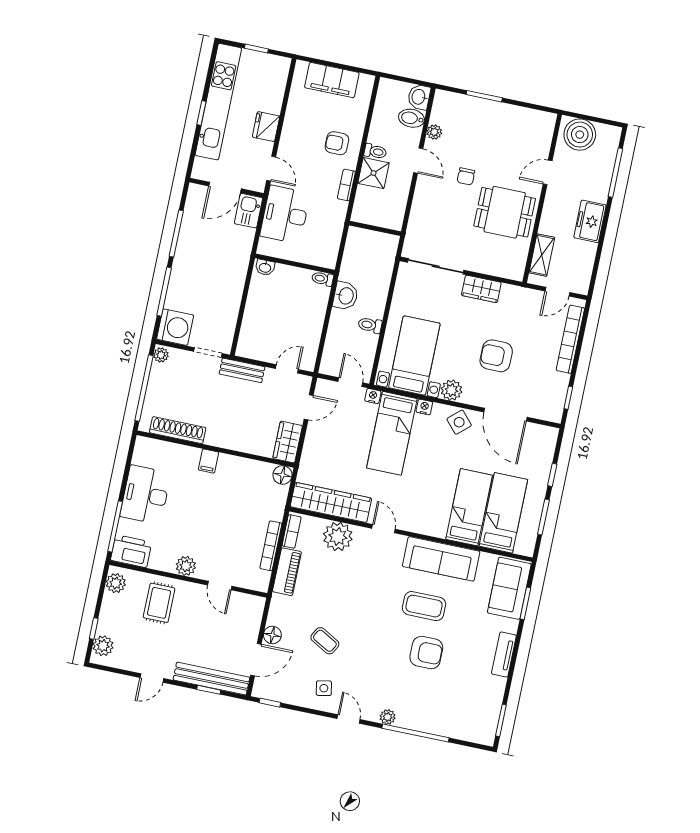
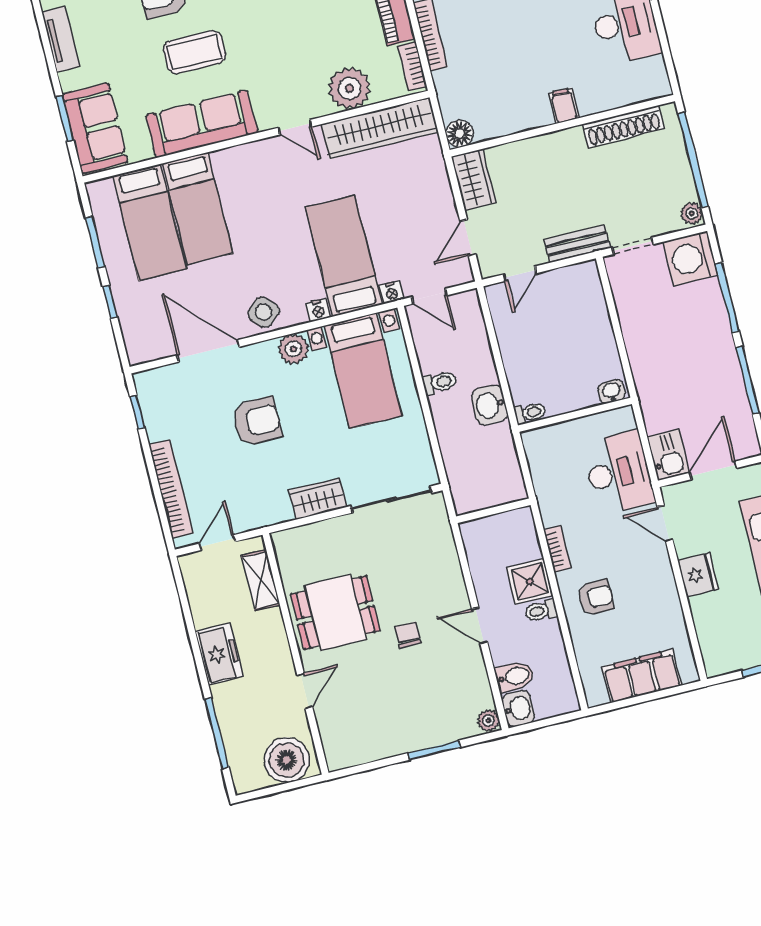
plant: (434, 132) -> (488, 721), moved

